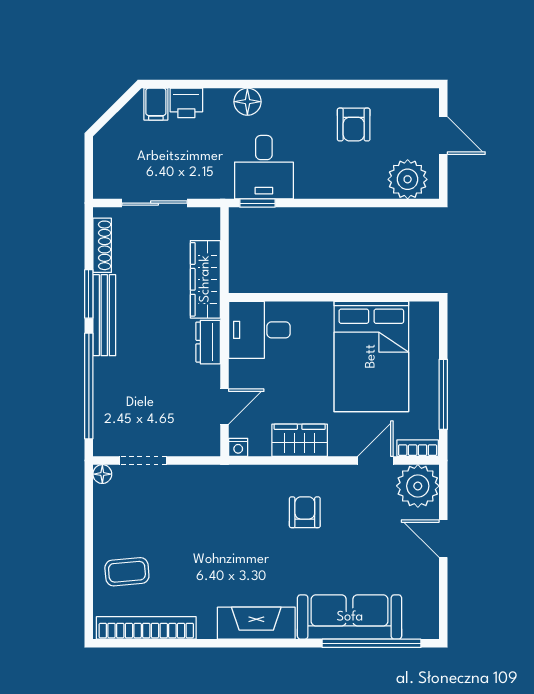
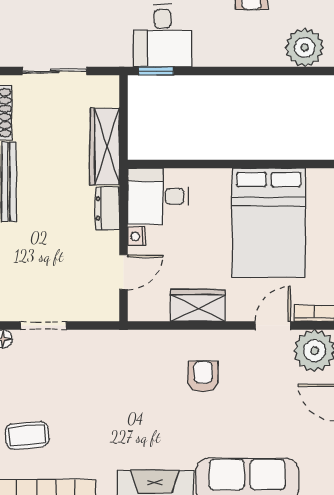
nightstand: (238, 447) -> (137, 236), moved, turned 90

